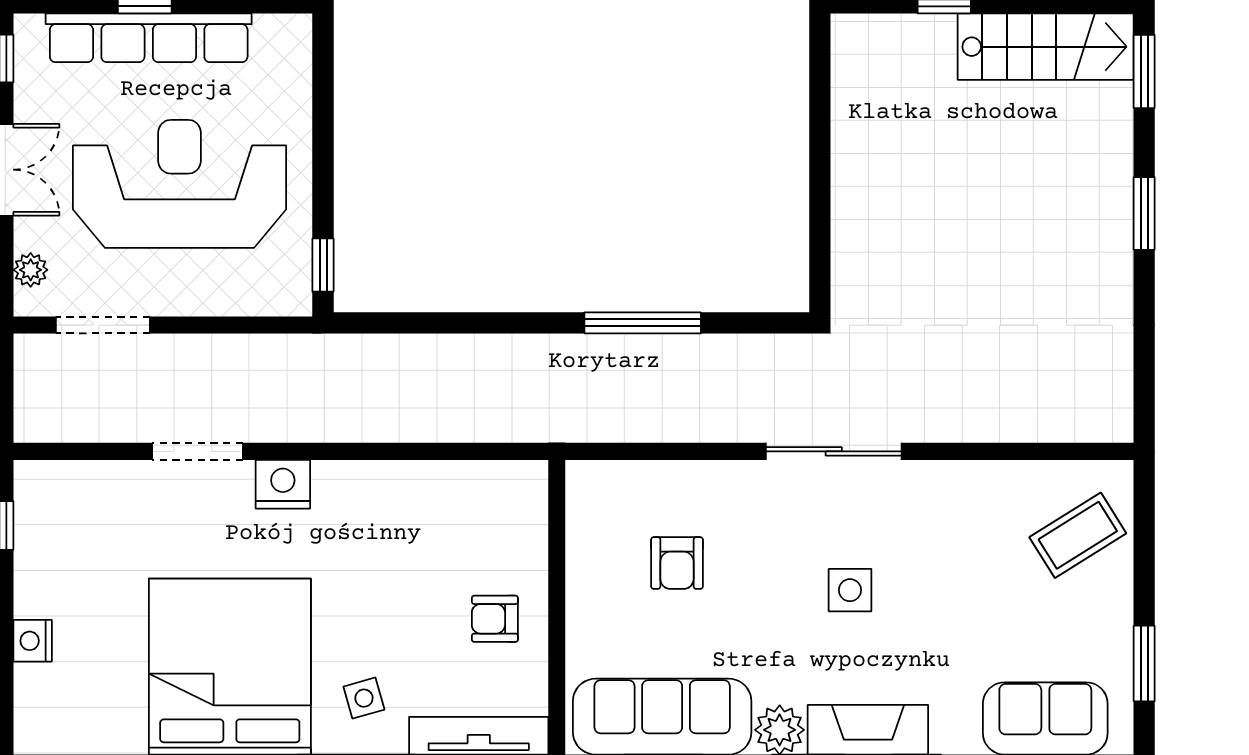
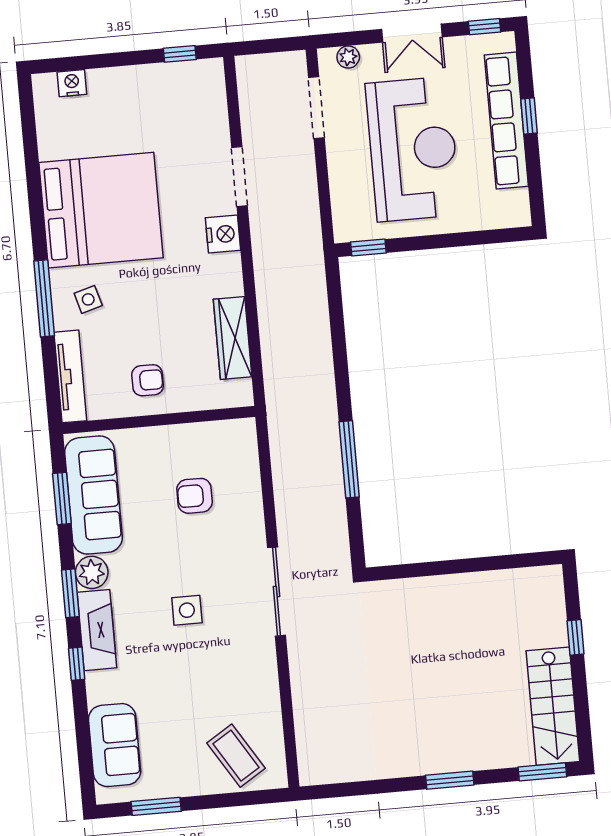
wardrobe: (442, 484) -> (233, 338), added
armchair: (495, 619) -> (148, 380), turned 90
nightstand: (33, 641) -> (72, 83), moved

